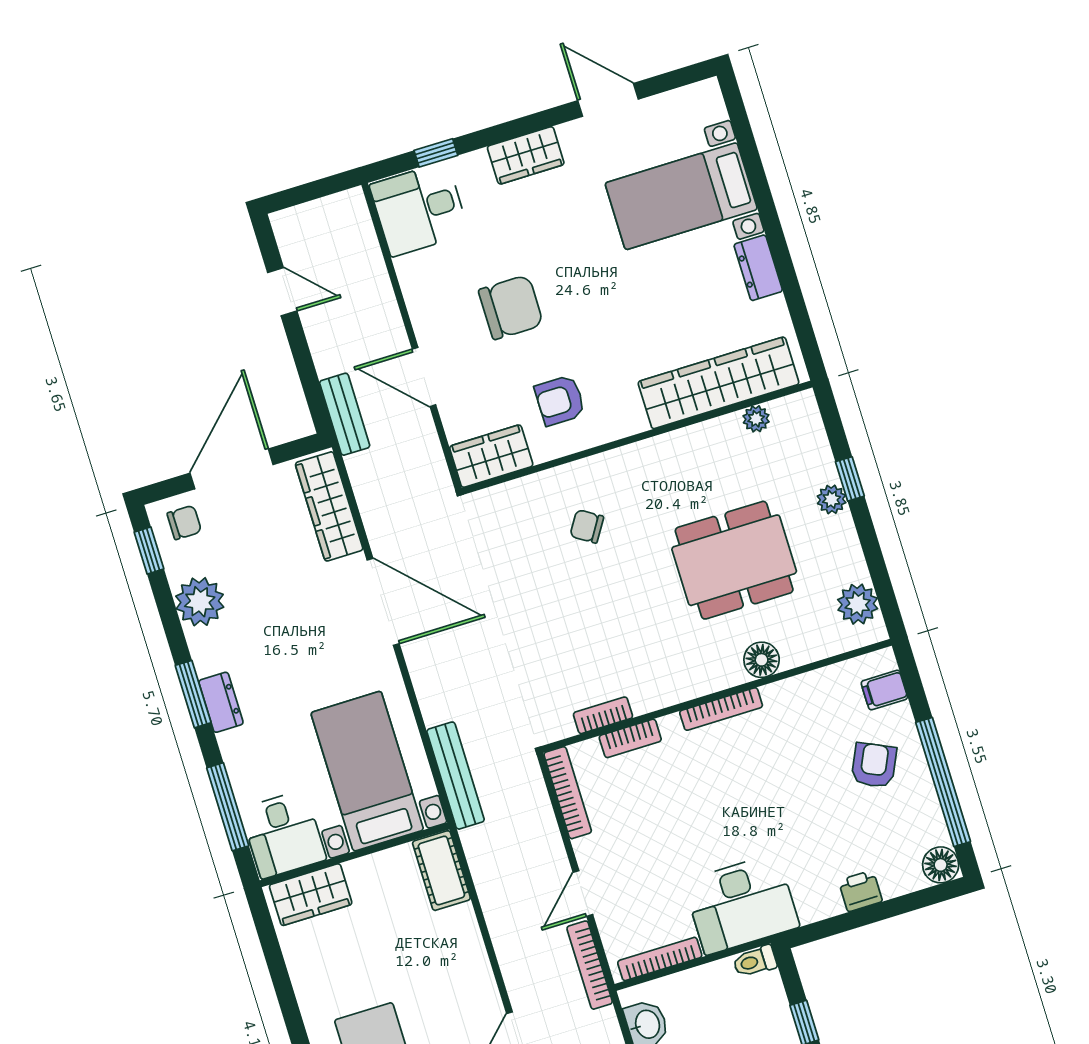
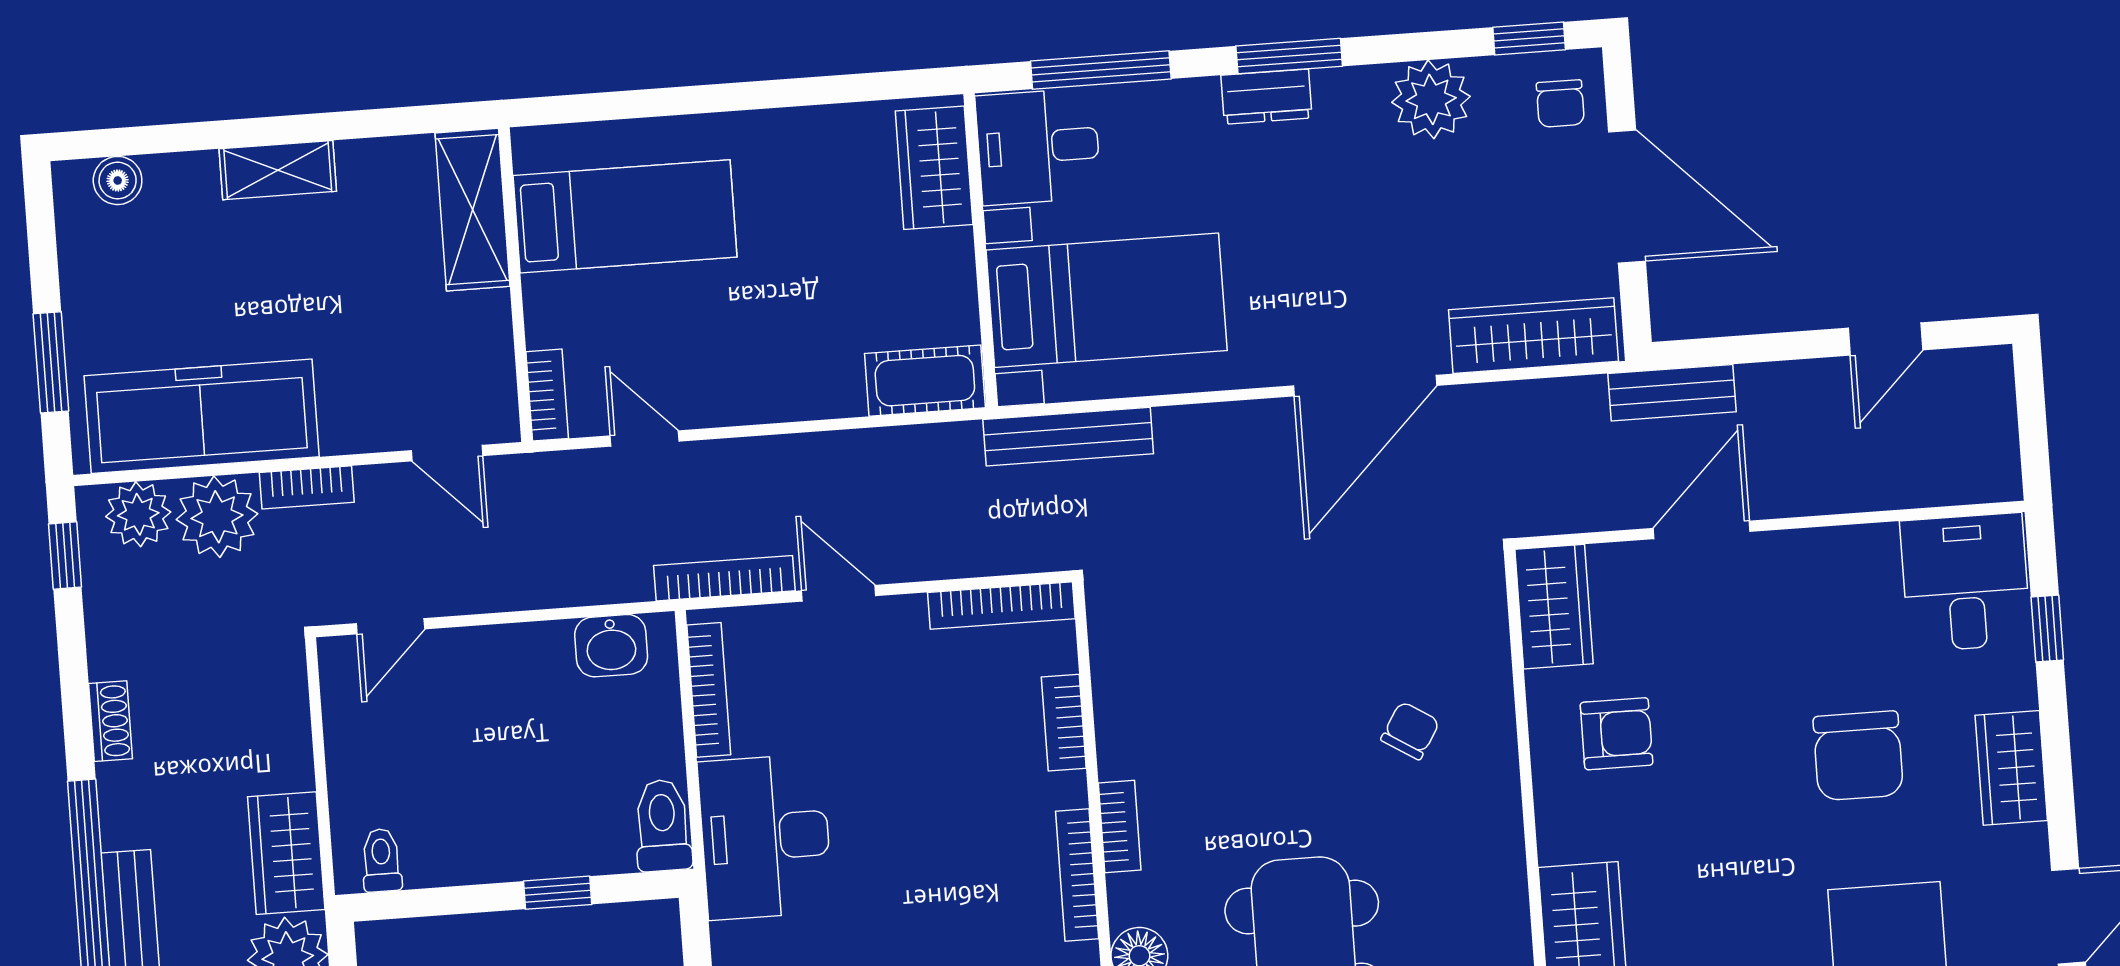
chair: (511, 307) -> (1858, 756), moved
armchair: (560, 400) -> (1617, 734), turned 90
bookcase: (603, 715) -> (1120, 827), moved
toilet: (755, 961) -> (663, 825), width x1.37, depth x1.39

